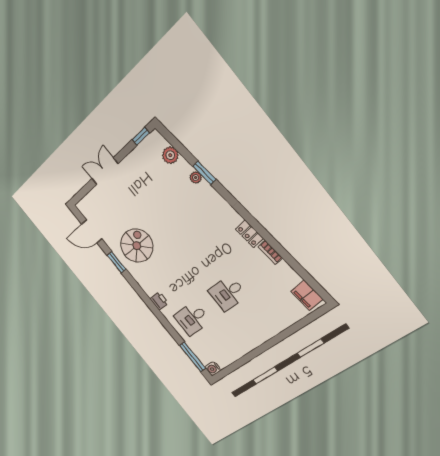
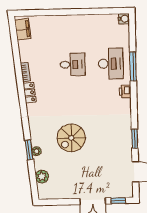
window: (141, 136) -> (118, 201), moved
spiral stairs: (137, 246) -> (71, 138), moved
desk: (192, 319) -> (111, 64), width x1.37
window: (193, 357) -> (133, 67), moved

